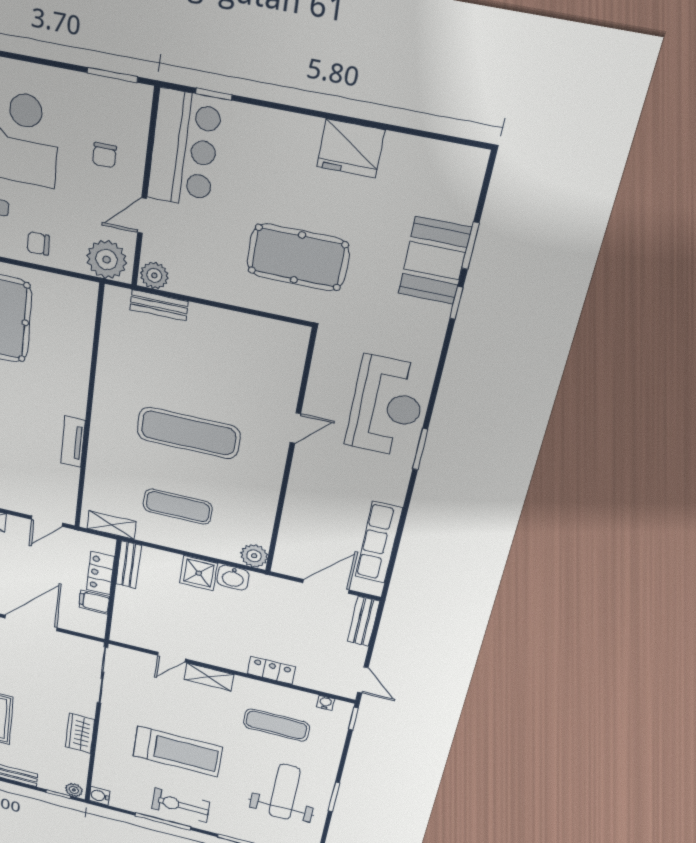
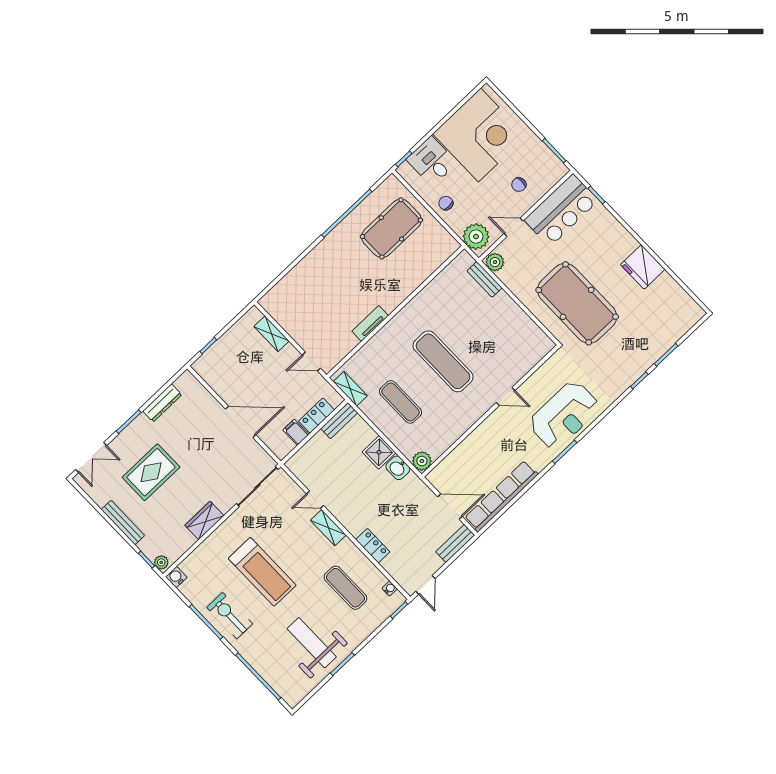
pool table: (298, 258) -> (577, 303), width x1.36, depth x1.32
booth: (434, 261) -> (644, 351), removed
row of seats: (379, 543) -> (501, 496), width x1.36
weight bench: (285, 792) -> (312, 643), turned -90

